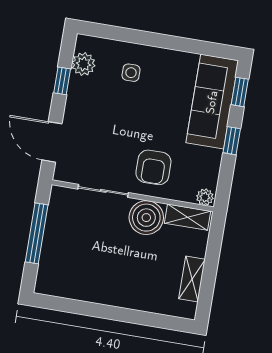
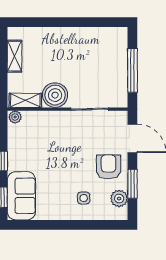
window: (62, 81) -> (132, 184), width x1.50
sofa: (212, 102) -> (21, 196), width x0.73
armchair: (153, 167) -> (109, 167), moved

